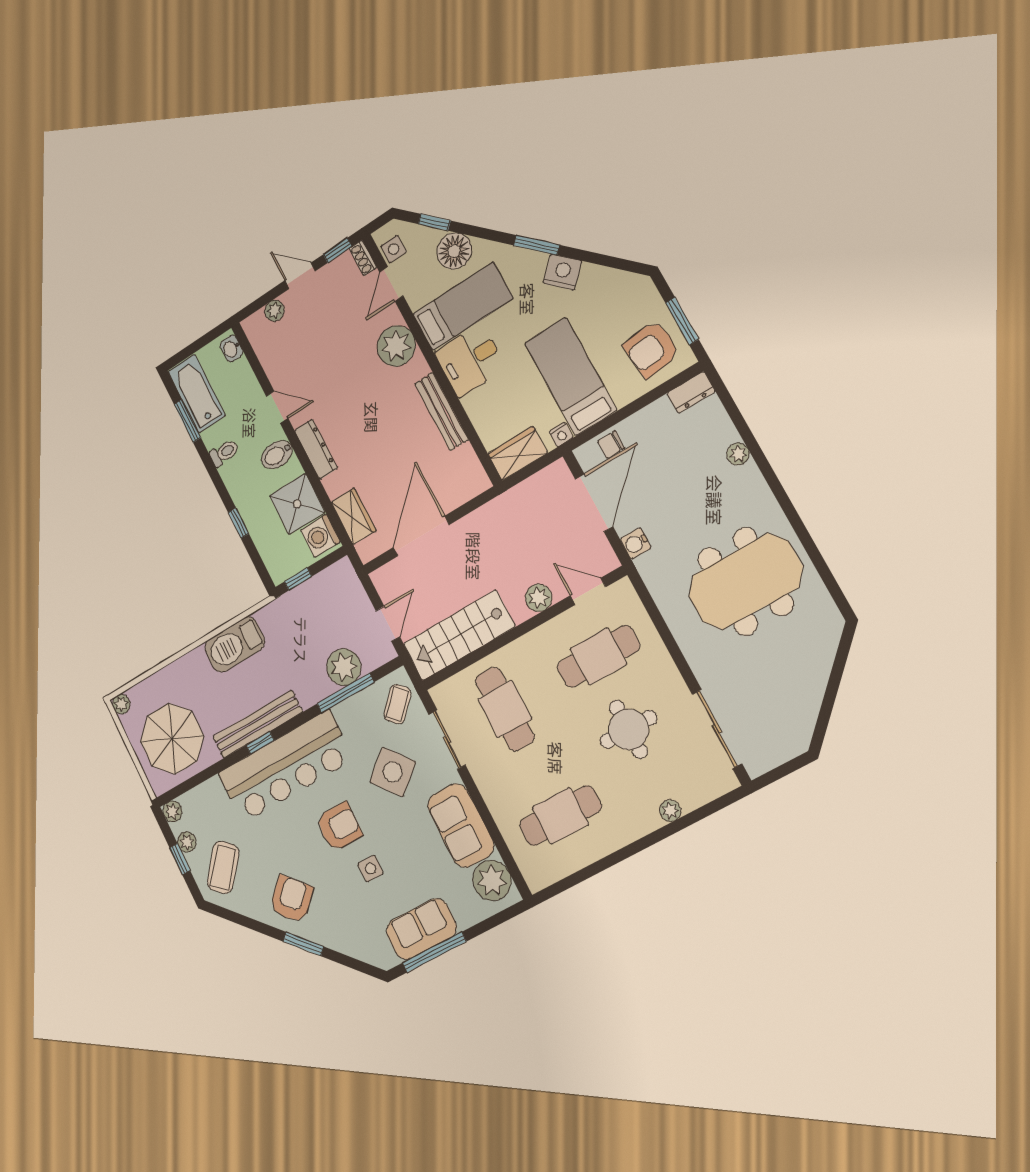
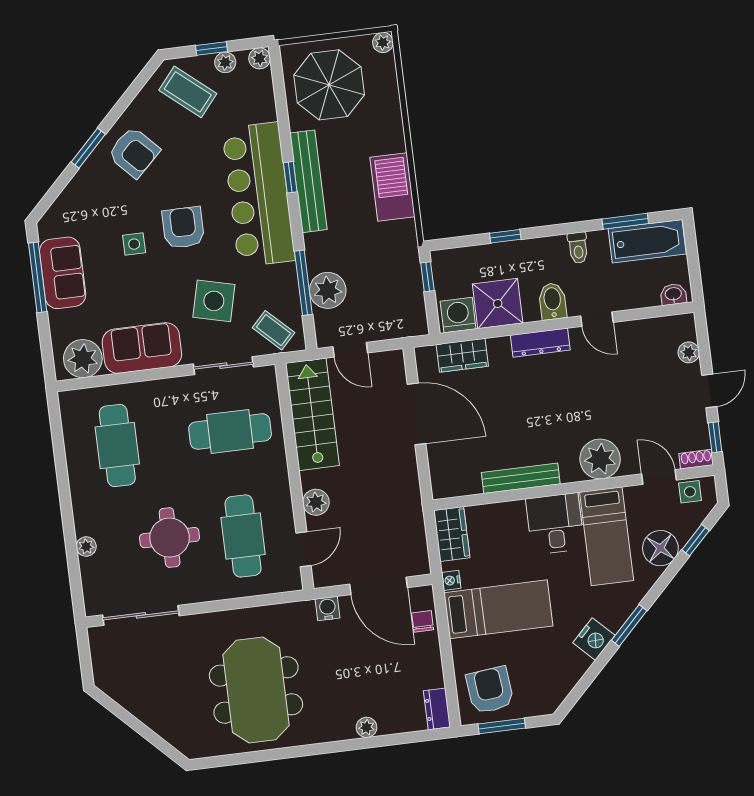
door: (277, 407) -> (597, 319), hinge flipped
side table: (393, 772) -> (214, 301), turned -36
armchair: (339, 827) -> (183, 228), turned 180

